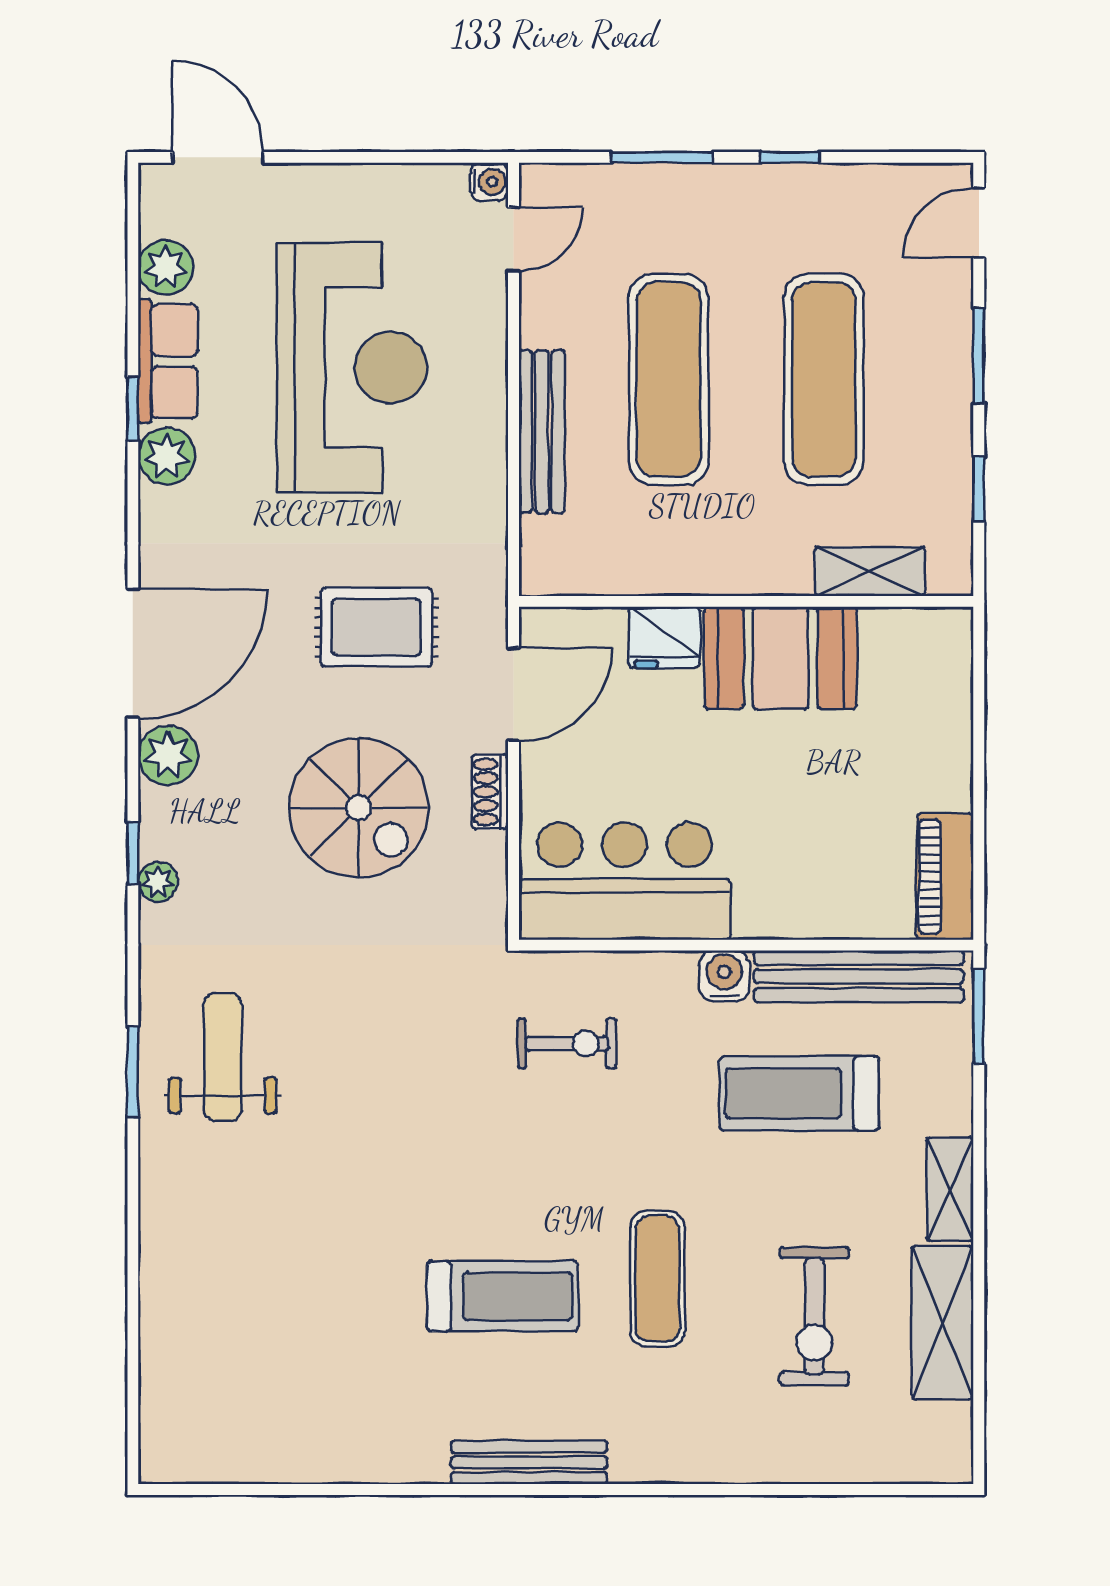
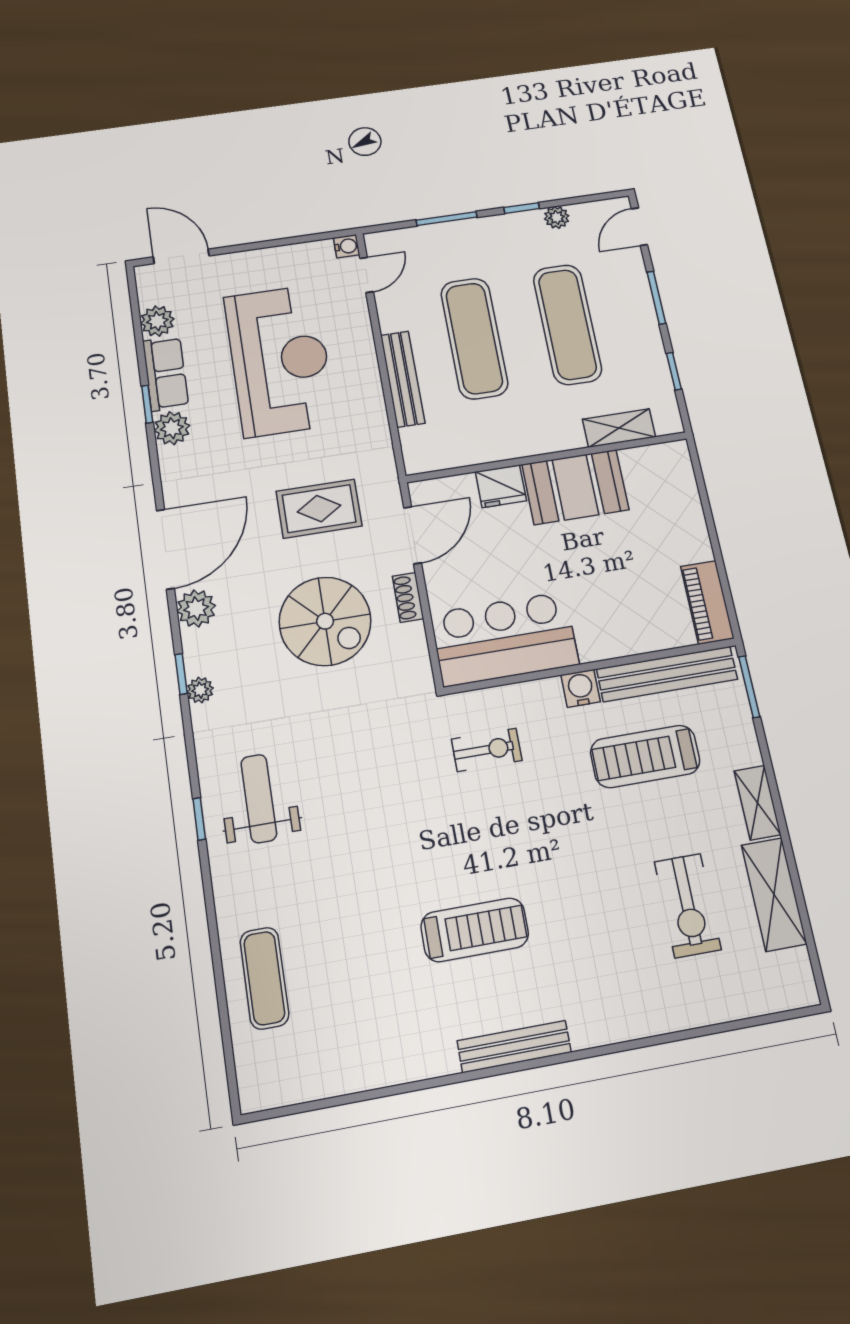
plant: (845, 184) -> (557, 217), added
window: (133, 1072) -> (199, 819), width x0.67
exercise mat: (657, 1279) -> (264, 978), moved

